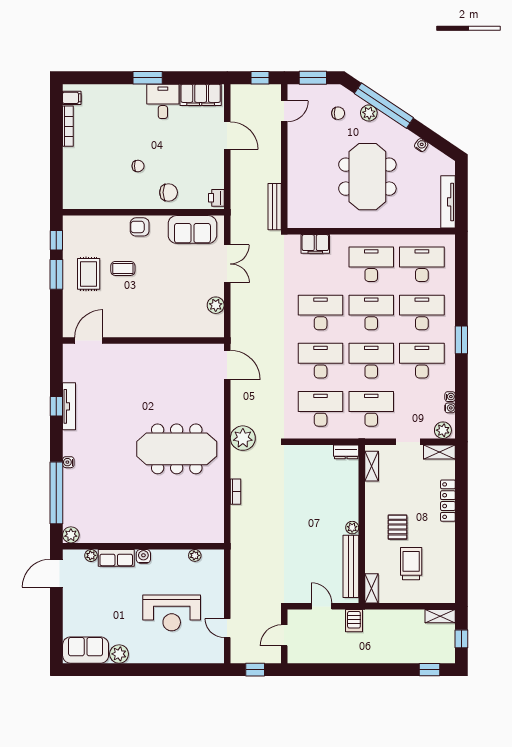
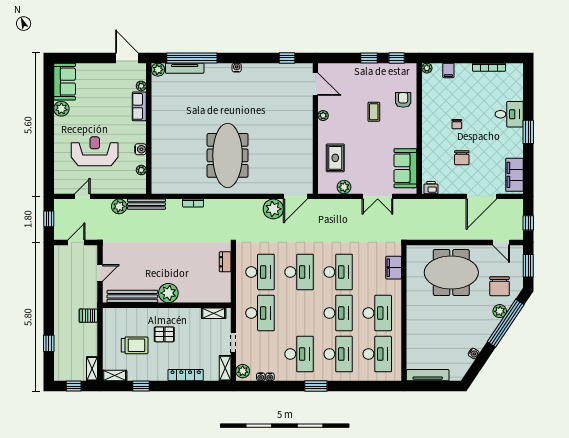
filing cabinet: (72, 98) -> (448, 70), moved
desk: (163, 101) -> (509, 114), moved
chair: (338, 113) -> (500, 286), width x1.87, depth x1.87
door: (227, 136) -> (481, 196), width x1.36
meeting table: (367, 177) -> (451, 273), moved
chair: (169, 192) -> (462, 158), moved
plant: (69, 203) -> (427, 68), added
bench: (275, 207) -> (146, 204), moved
armchair: (140, 227) -> (403, 100), moved
window: (56, 274) -> (369, 58), width x0.67
rug: (89, 274) -> (335, 158), moved, turned 90
plant: (128, 331) -> (323, 116), added
desk: (371, 361) -> (299, 313), removed
window: (56, 406) -> (287, 58), moved
tv unit: (69, 406) -> (185, 68), moved
plant: (243, 438) -> (273, 209), moved
dresser: (346, 452) -> (225, 262), moved
water cooler: (68, 462) -> (237, 68), moved
plant: (352, 528) -> (168, 293), width x1.88, depth x1.88
water cooler: (143, 556) -> (140, 149), moved
window: (461, 556) -> (141, 386), added
plant: (240, 583) -> (119, 206), added
shelving: (372, 588) -> (115, 376), moved
reception desk: (172, 613) -> (95, 151), turned 90
server rack: (354, 621) -> (88, 316), moved
door: (284, 635) -> (76, 242), hinge flipped
window: (430, 670) -> (49, 343), moved

